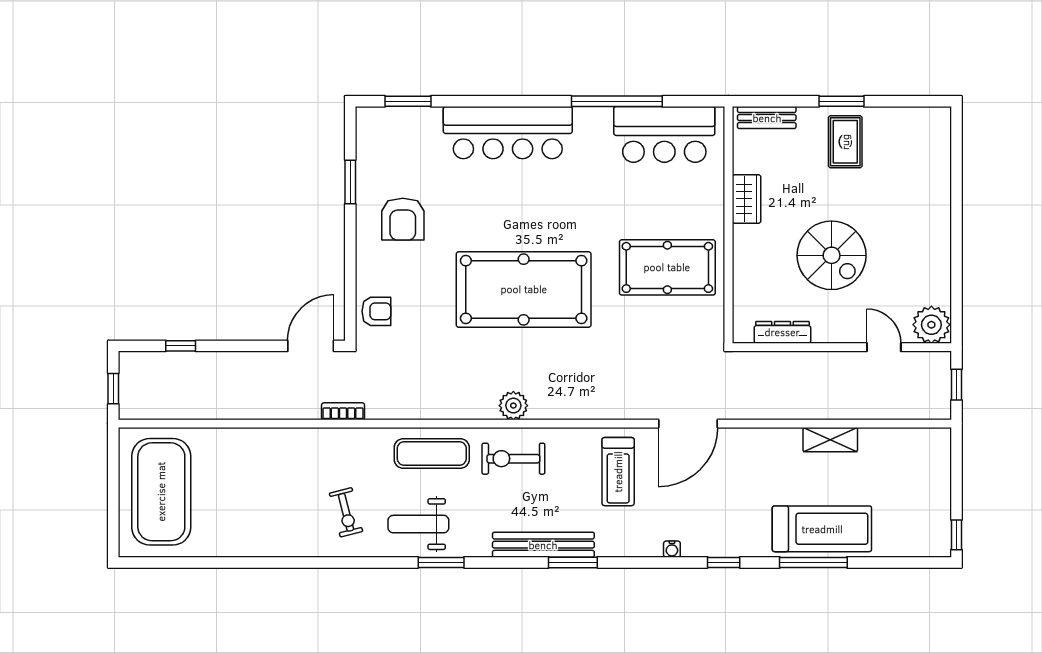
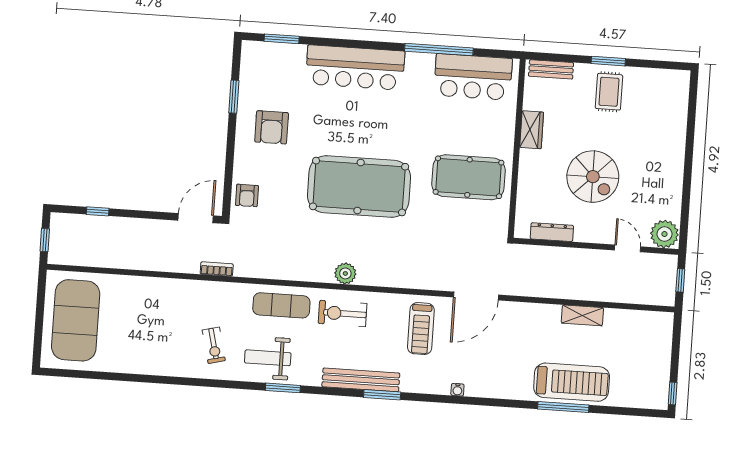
armchair: (376, 311) -> (247, 195), turned 90
window: (724, 562) -> (496, 402), removed

